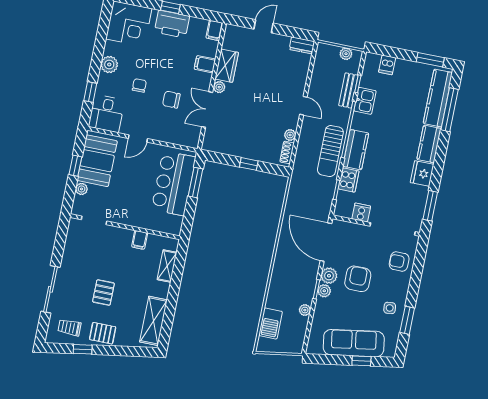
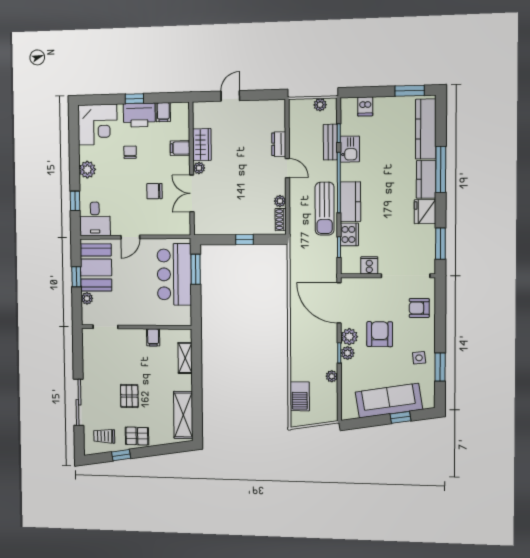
filing cabinet: (214, 30) -> (163, 112), moved
dresser: (302, 45) -> (279, 144), moved, turned 90
chair: (139, 85) -> (130, 152), moved
window: (450, 110) -> (441, 169), moved

